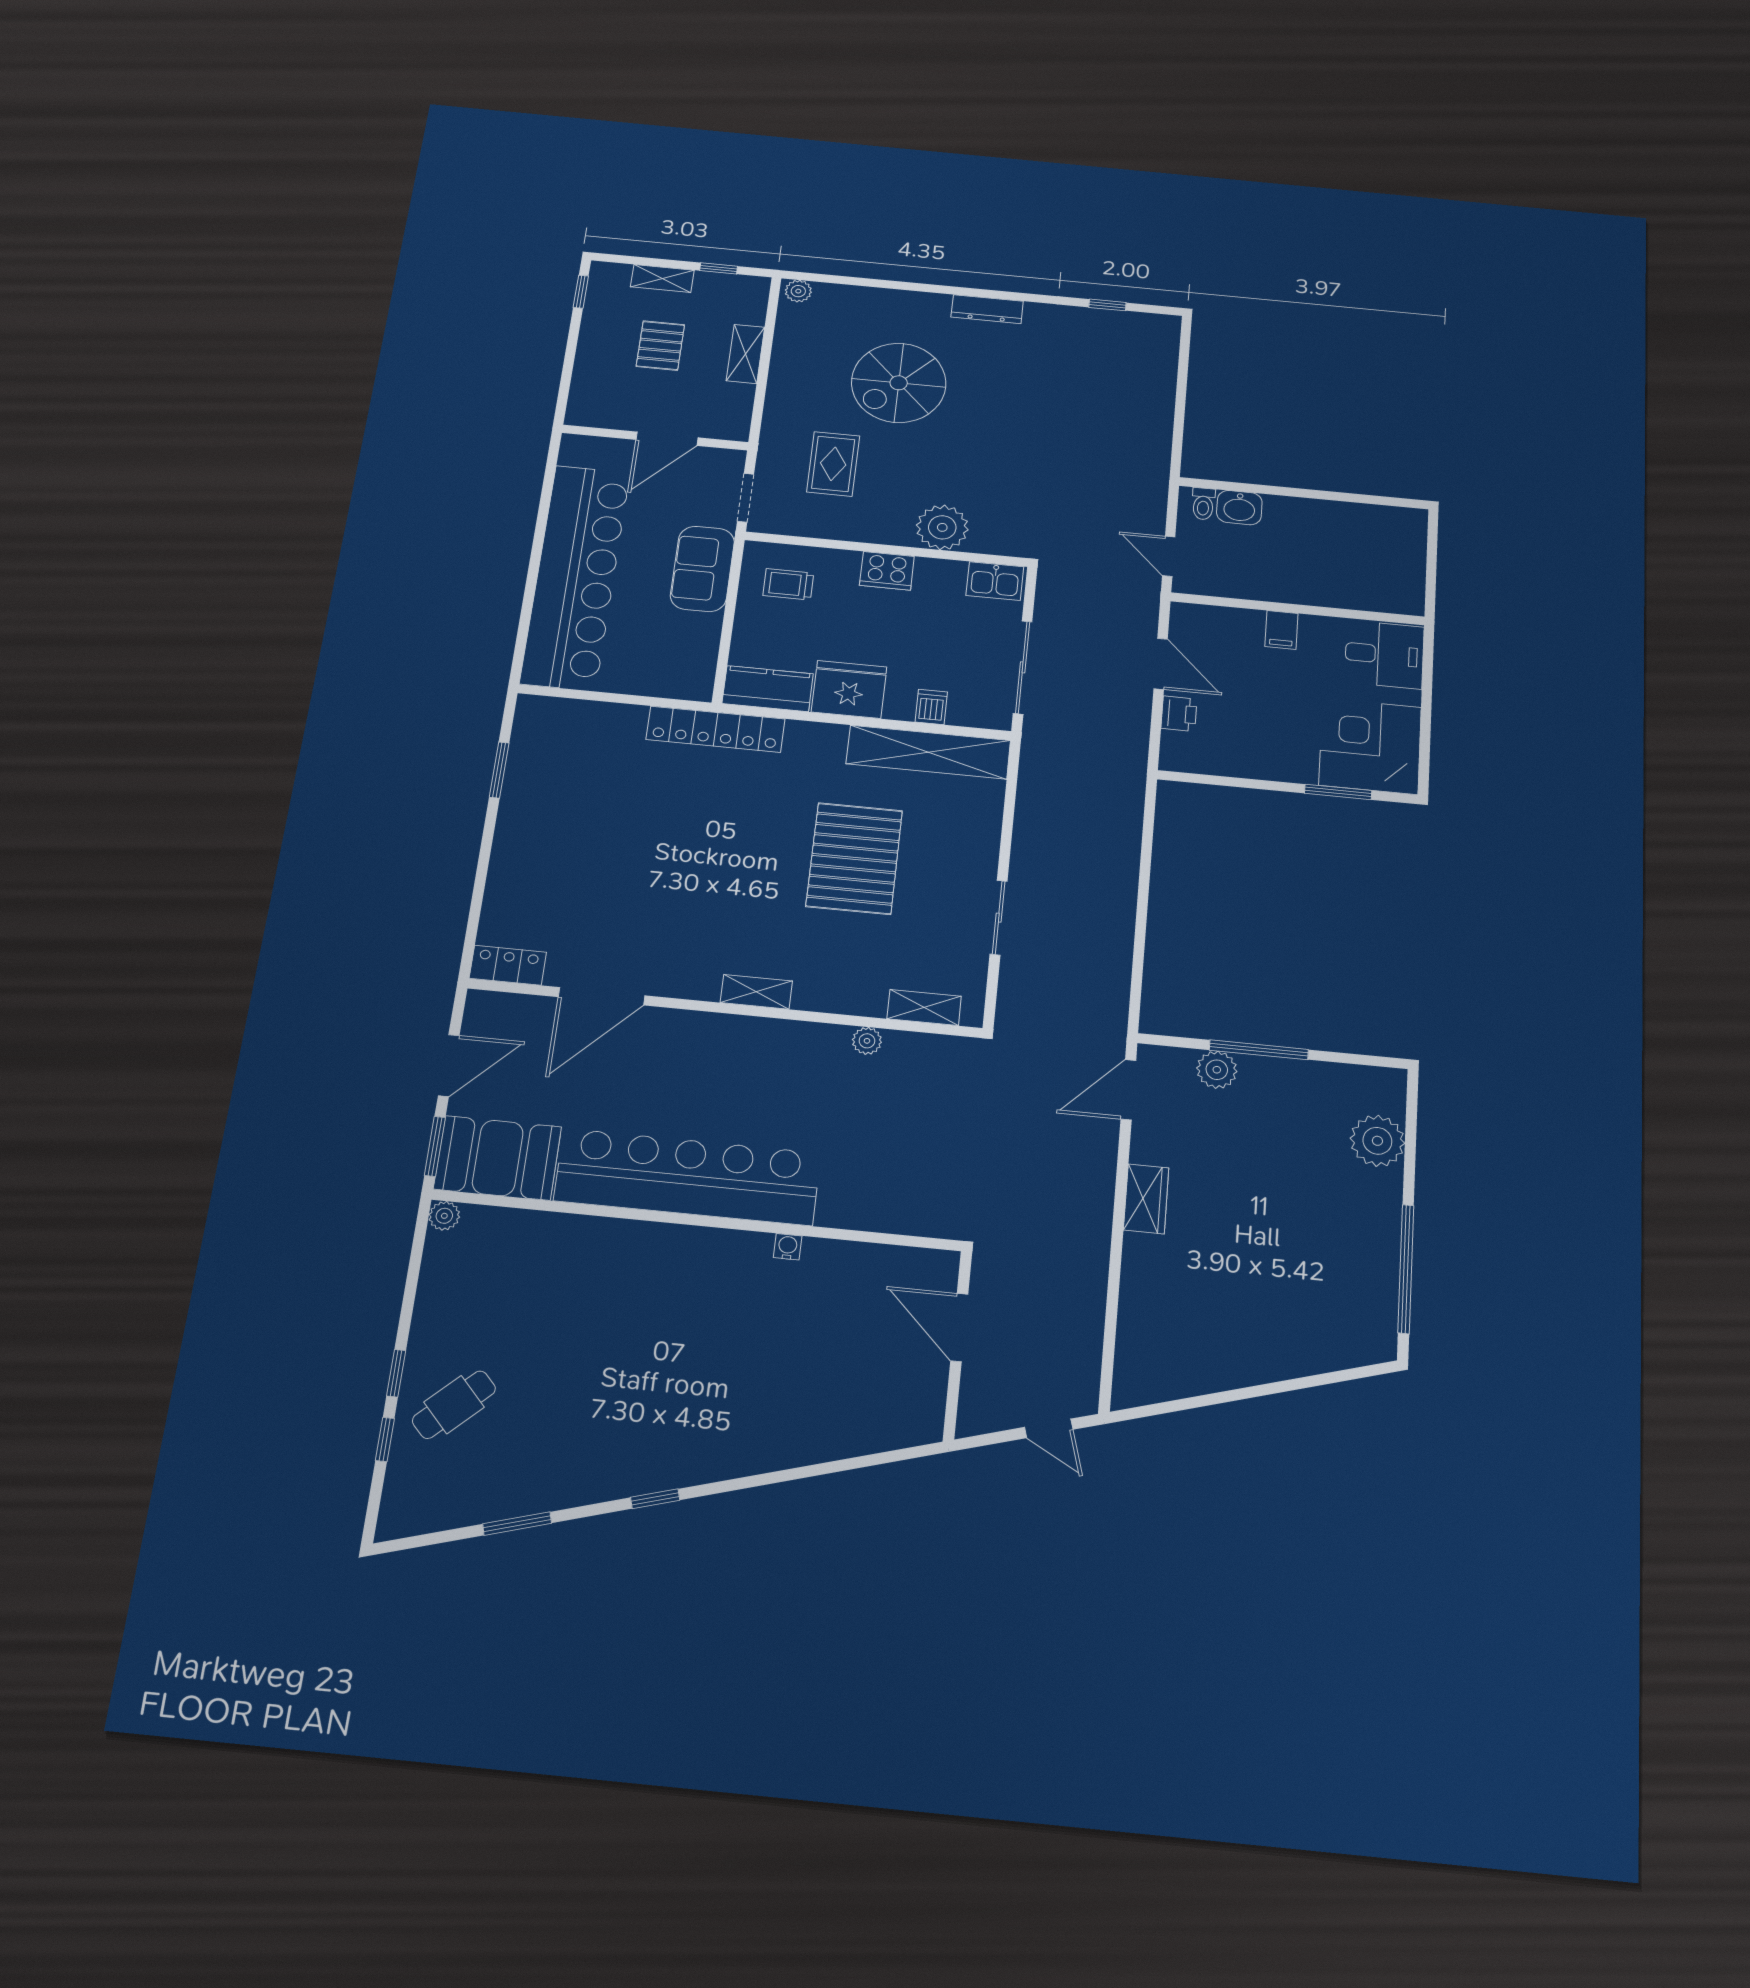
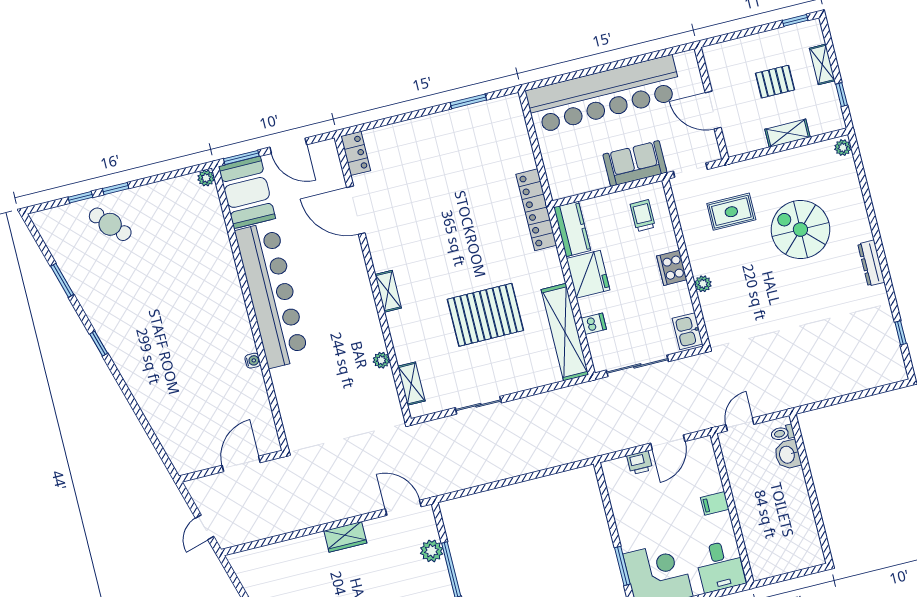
plant: (942, 527) -> (703, 284), width x0.53, depth x0.53

